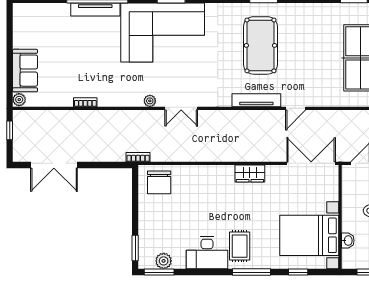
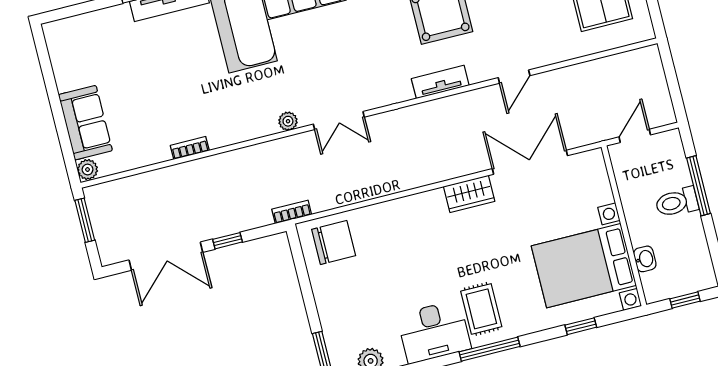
tv unit: (256, 100) -> (440, 82), width x0.71
window: (10, 130) -> (85, 220), width x1.50
double door: (311, 163) -> (530, 162), moved
window: (94, 165) -> (228, 241), added
chair: (159, 182) -> (334, 243), turned -90
window: (252, 272) -> (490, 349), moved

